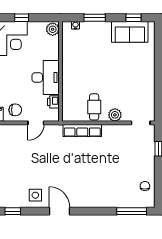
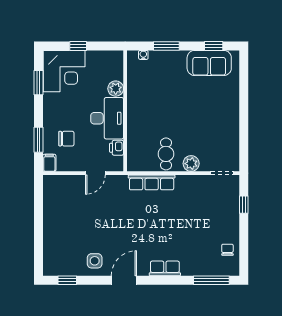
plant: (53, 29) -> (116, 89), moved
chair: (15, 110) -> (66, 139), moved
row of seats: (93, 201) -> (165, 268), added
door: (59, 211) -> (124, 280), hinge flipped

